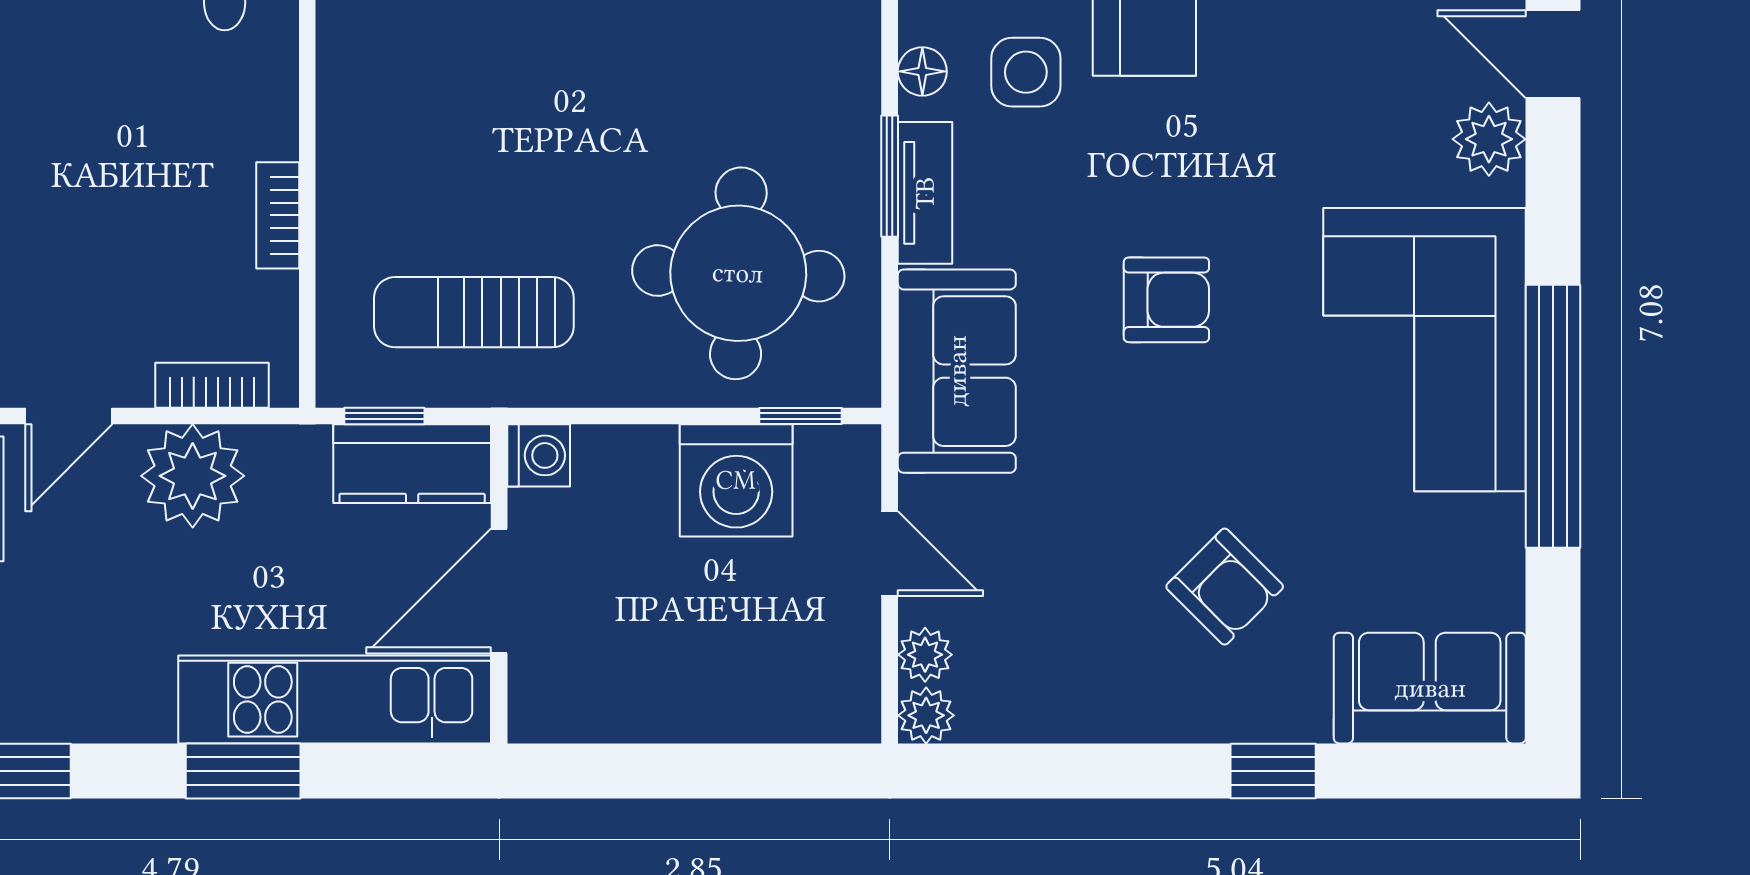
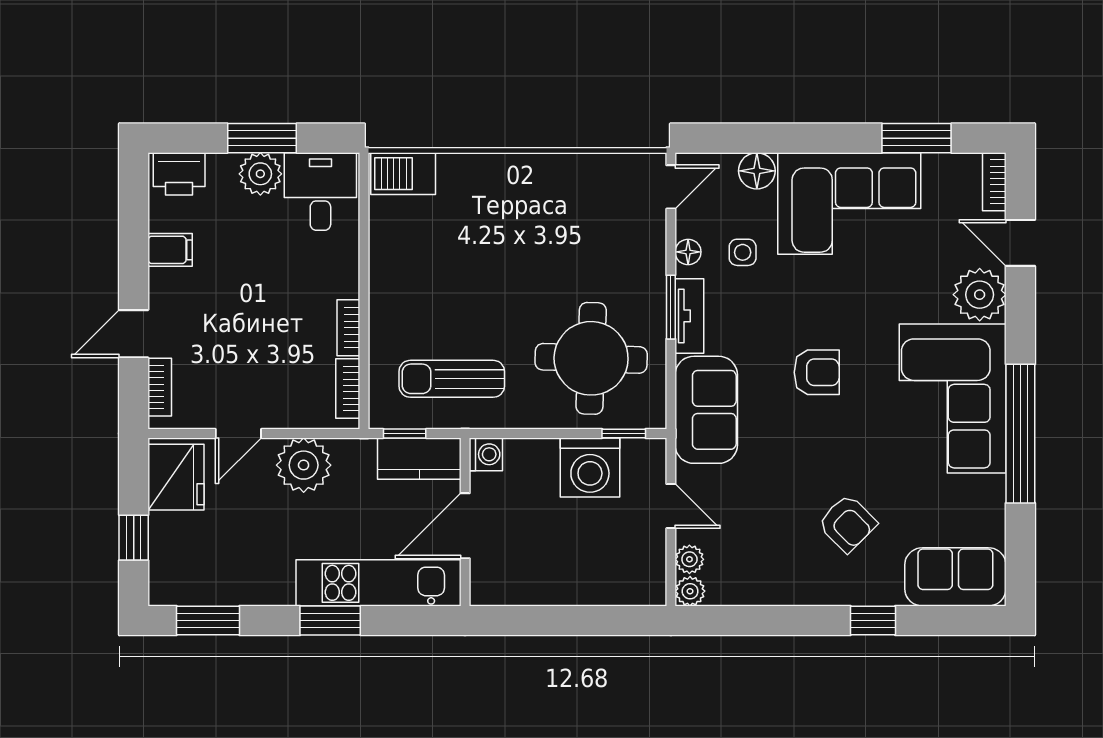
side table: (1026, 72) -> (743, 252), width x0.73, depth x0.73
plant: (1489, 139) -> (980, 295), width x1.36, depth x1.36
bookcase: (212, 385) -> (348, 389), moved, turned -90

